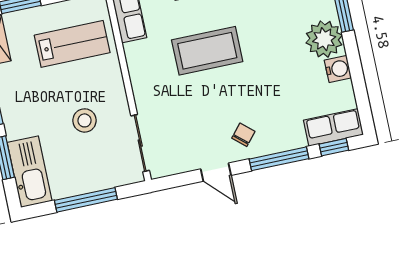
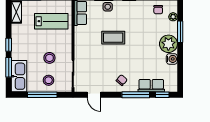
coffee table: (207, 51) -> (113, 38), width x0.73, depth x0.76
row of seats: (333, 127) -> (151, 86), moved
stool: (92, 167) -> (49, 80), added
door: (216, 172) -> (94, 95), moved

